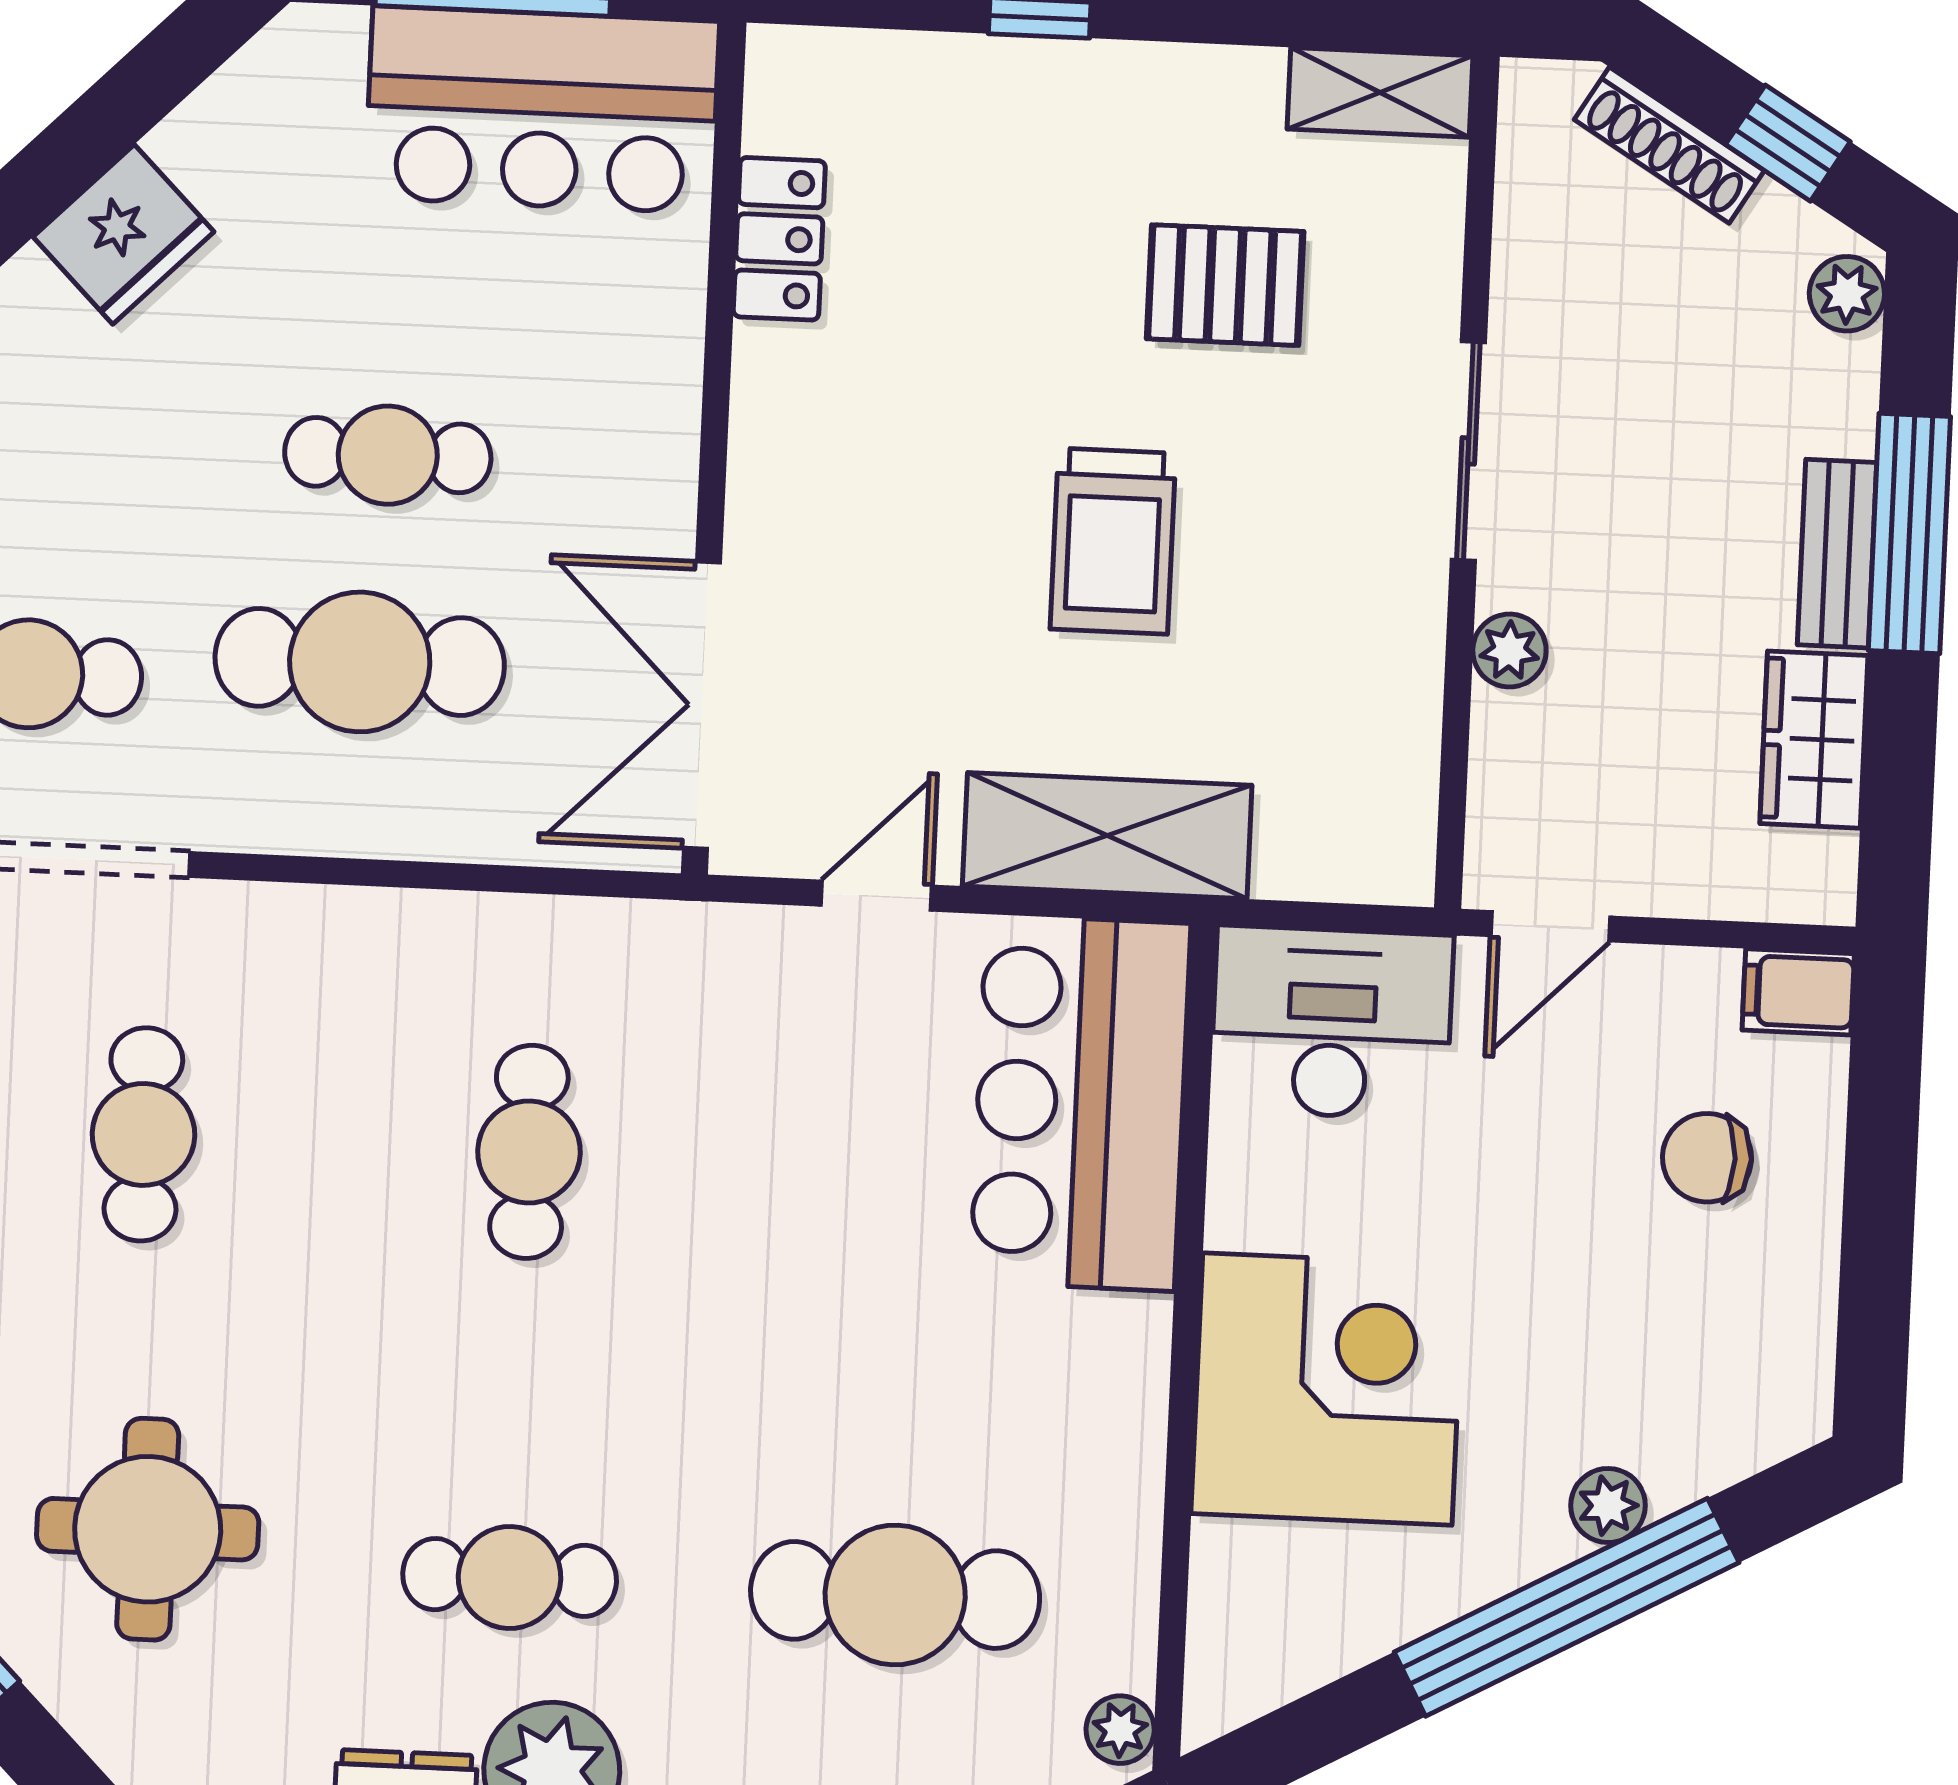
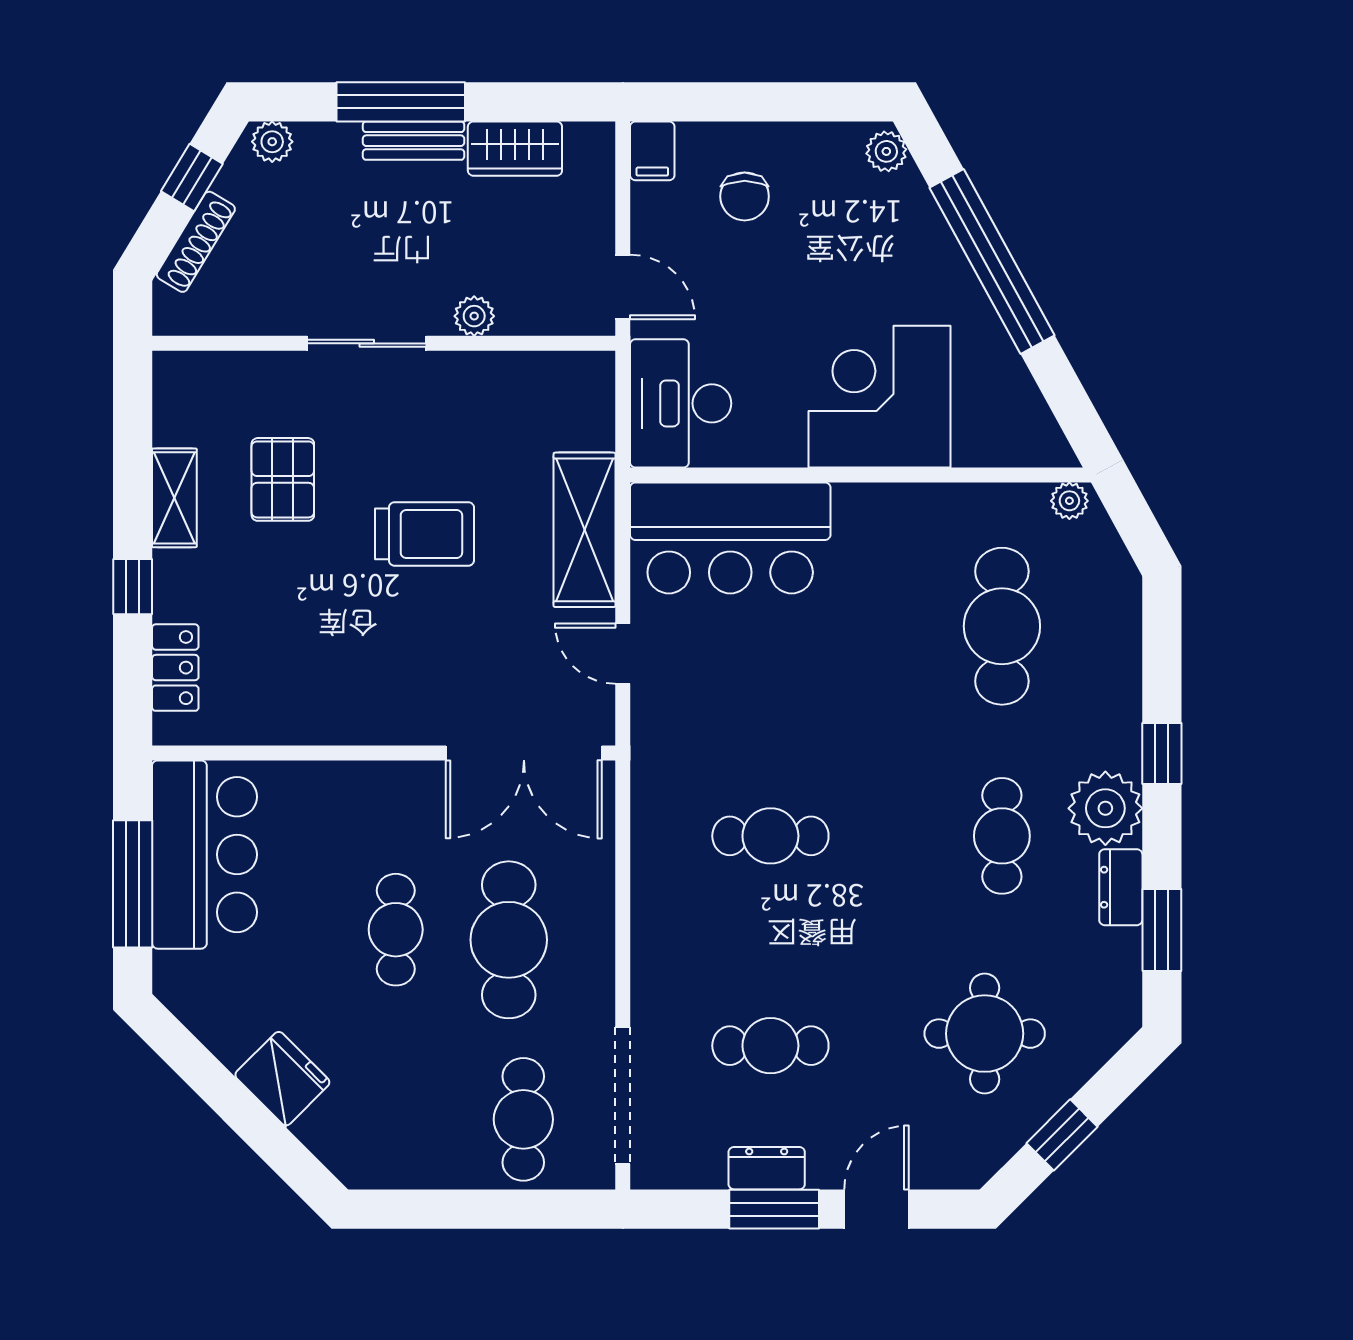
shelving: (1380, 92) -> (174, 498), moved
locker: (779, 239) -> (175, 668), moved, turned 90
plant: (1608, 1505) -> (886, 151), moved

